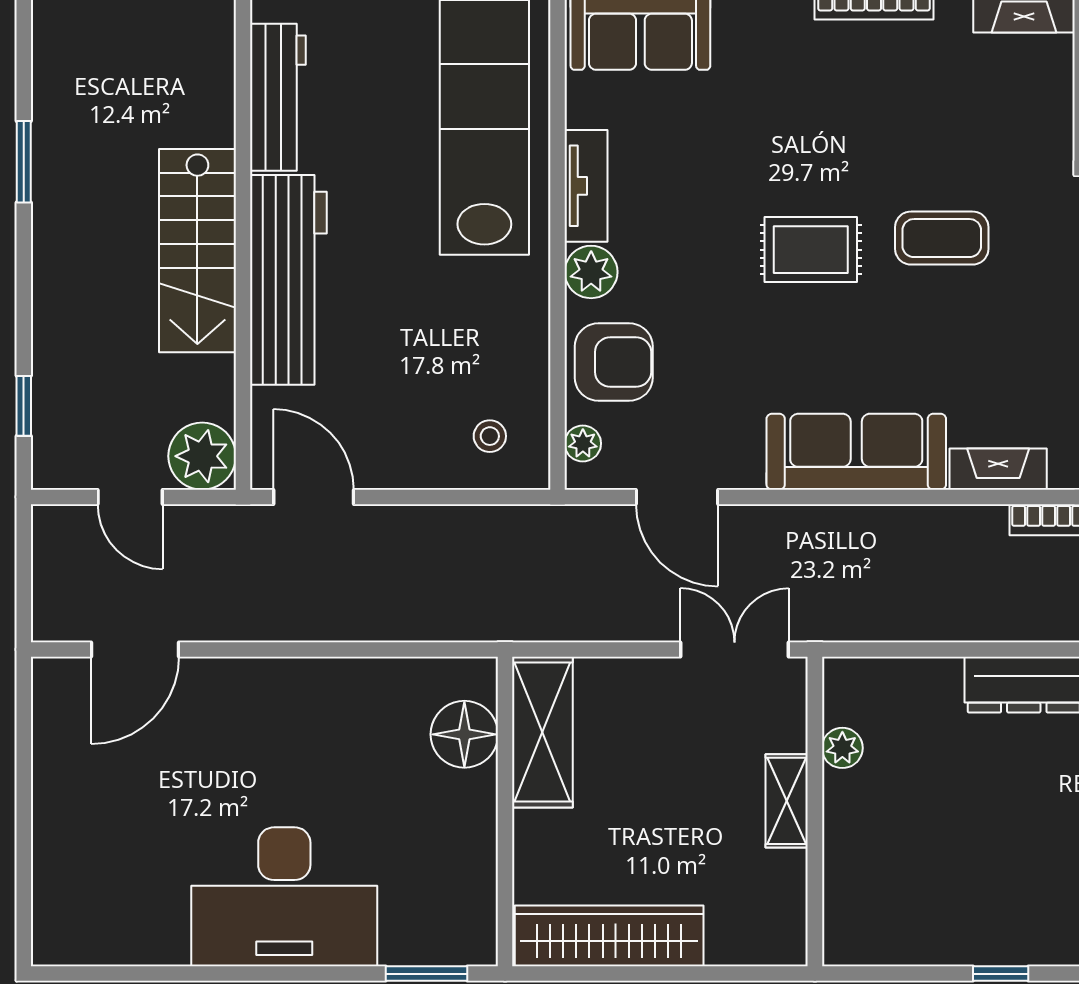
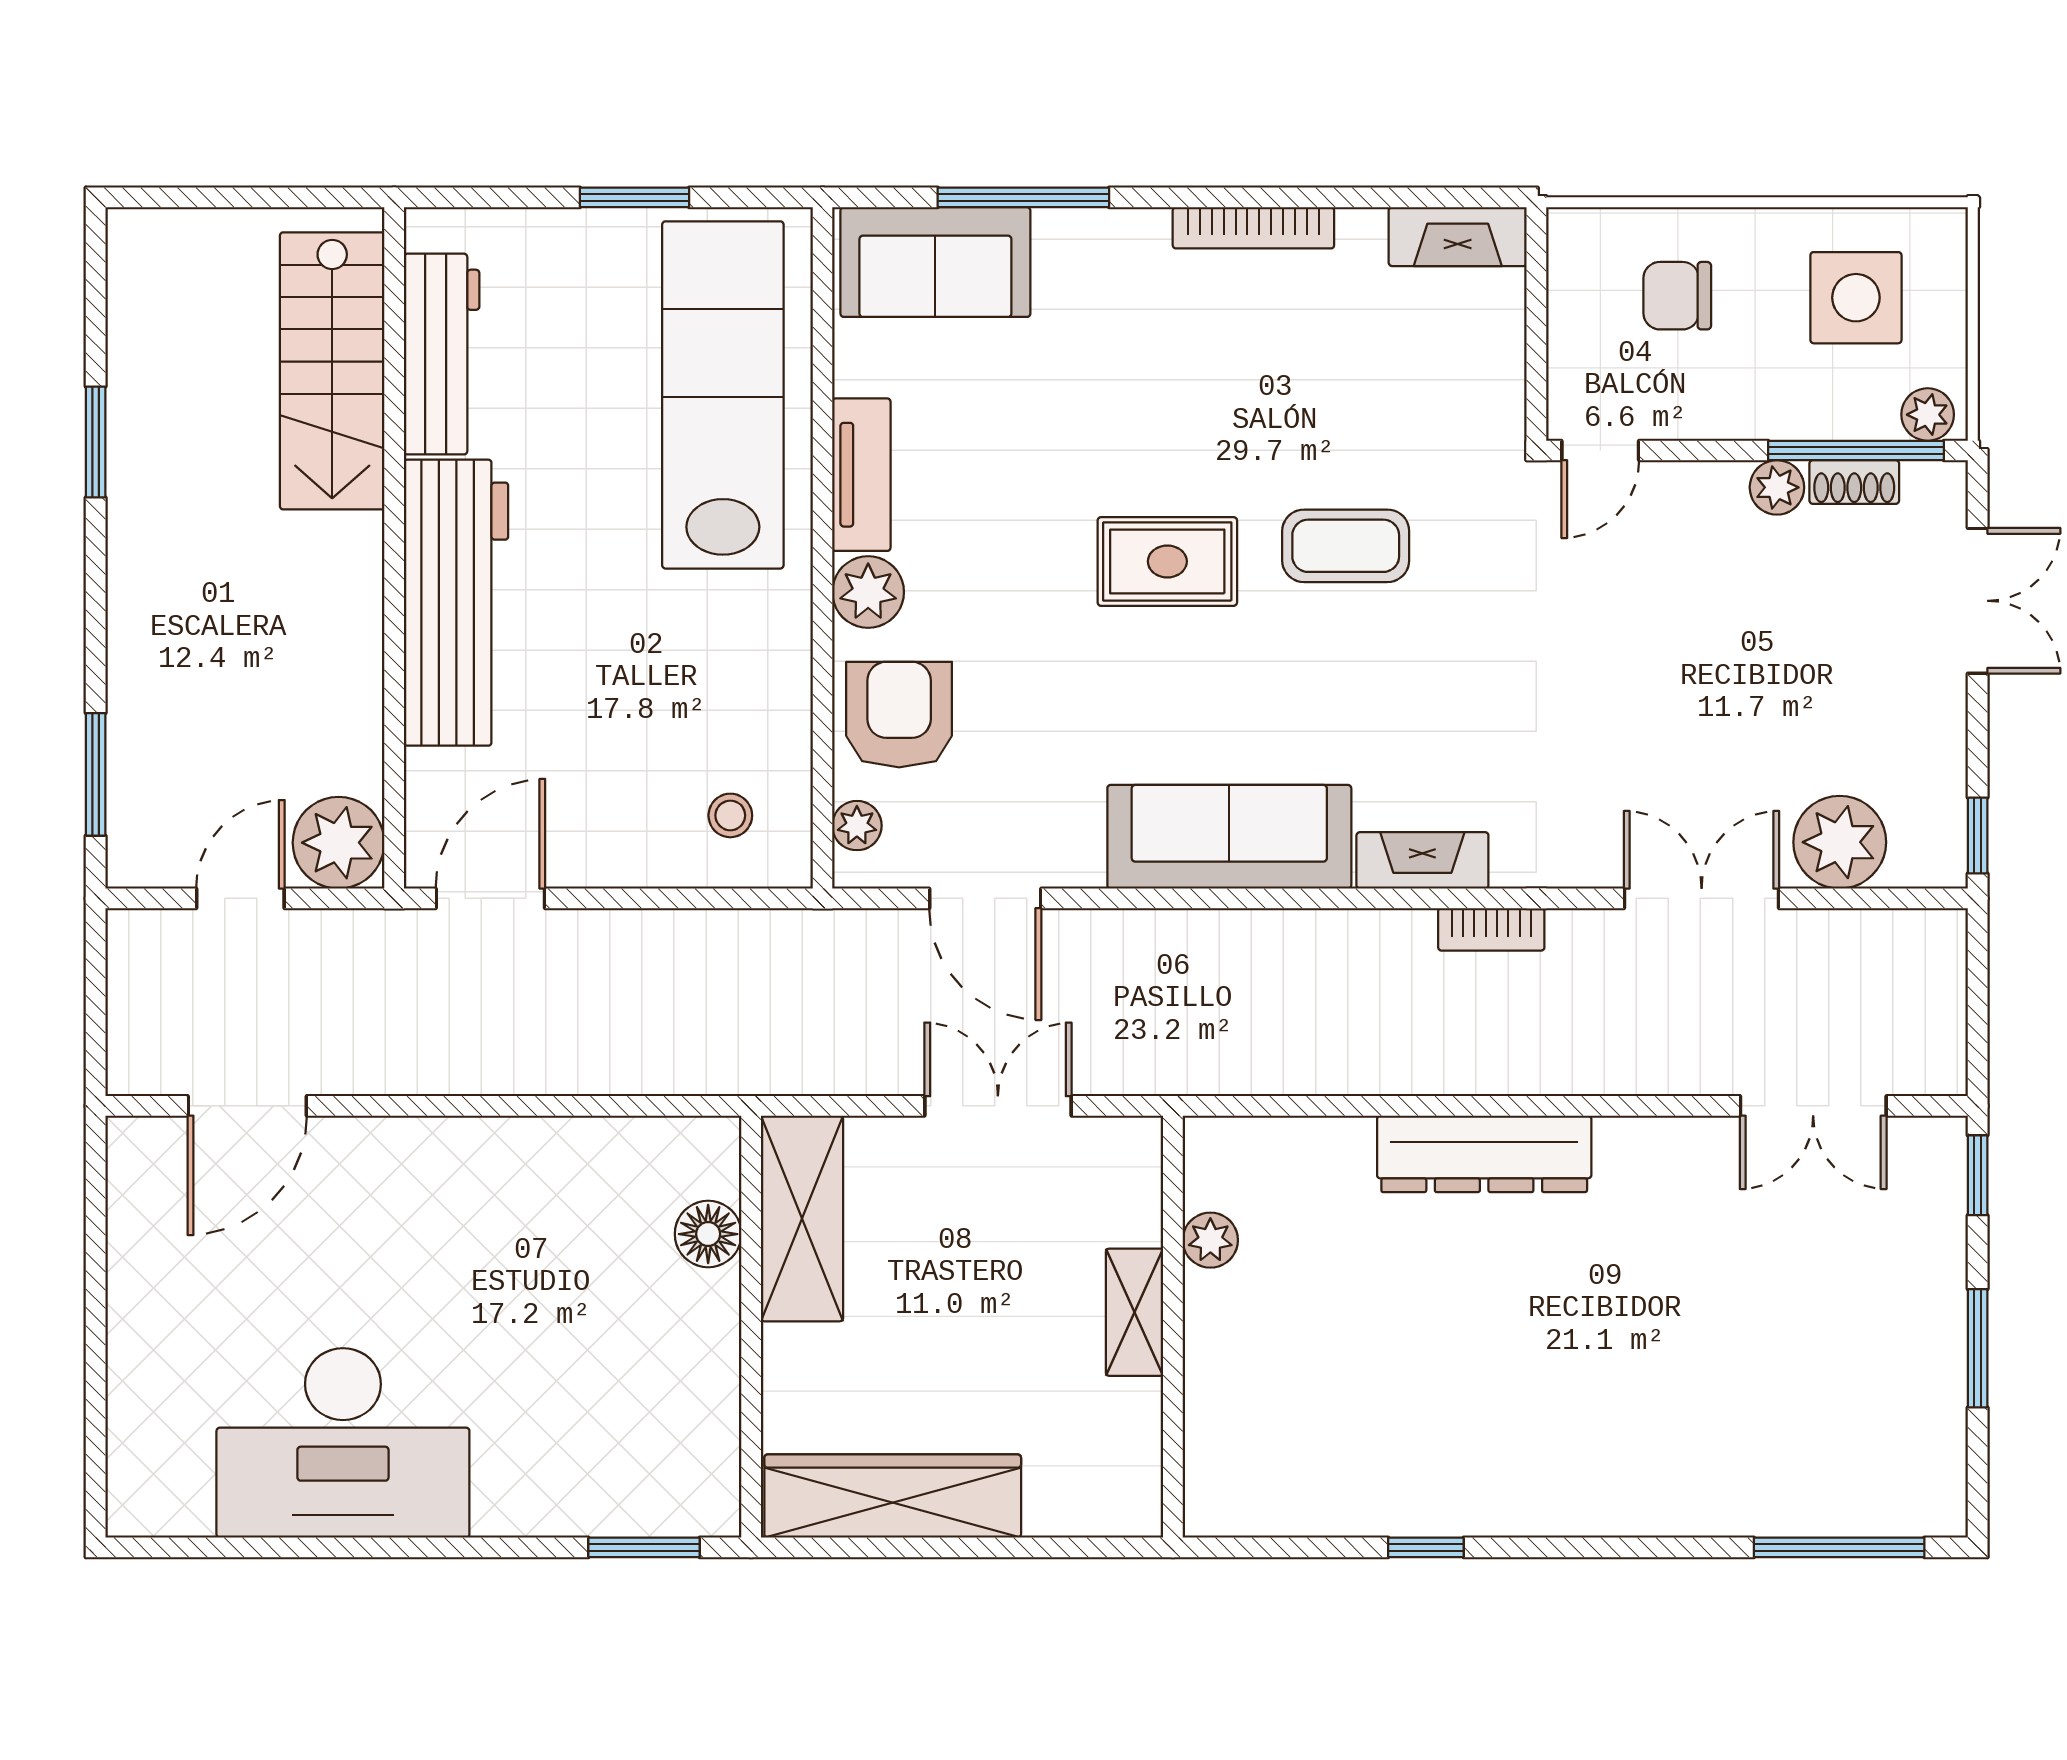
stairs: (197, 251) -> (332, 371), moved
armchair: (614, 362) -> (899, 715), turned -90
window: (24, 406) -> (96, 774), width x1.50
door: (130, 497) -> (240, 898), swing flipped
door: (314, 497) -> (490, 898), hinge flipped
double door: (735, 649) -> (998, 1106), moved
floor lamp: (464, 734) -> (708, 1234), width x0.73, depth x0.73
desk: (284, 897) -> (343, 1443), moved

